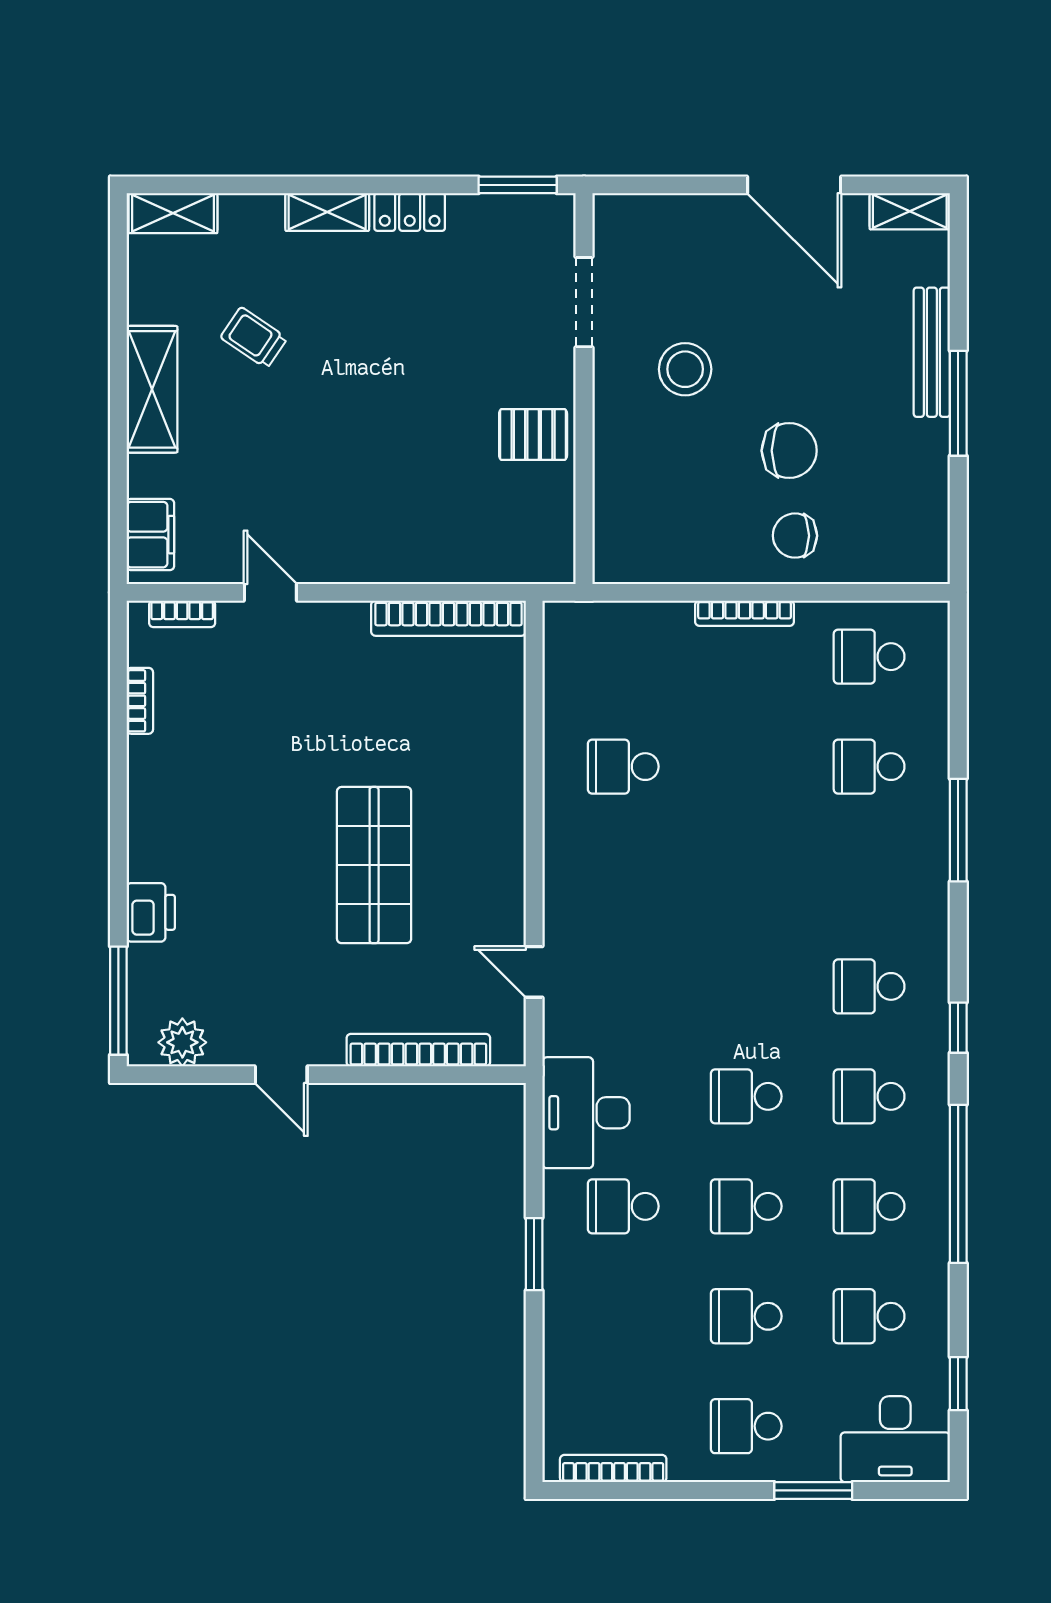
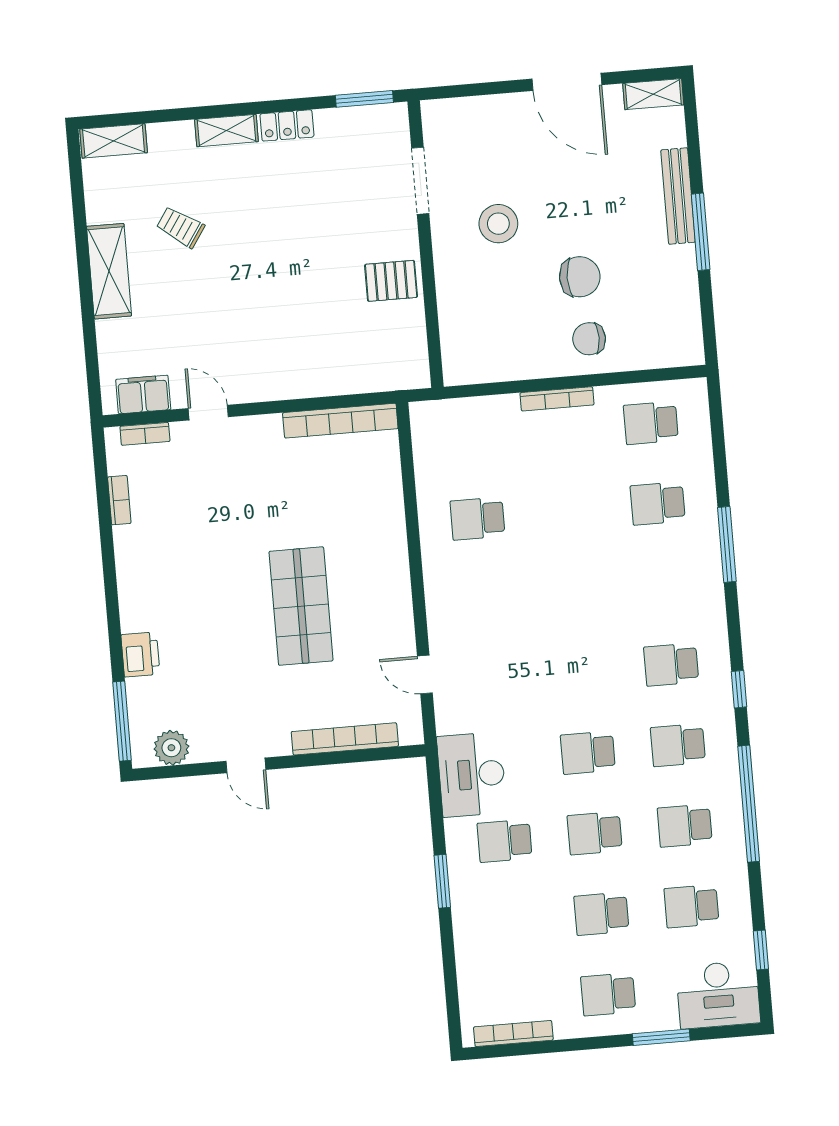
filing cabinet: (150, 535) -> (143, 394), moved, turned -90

